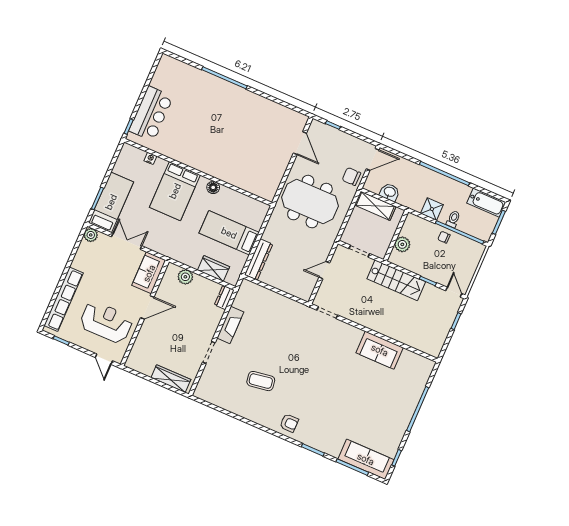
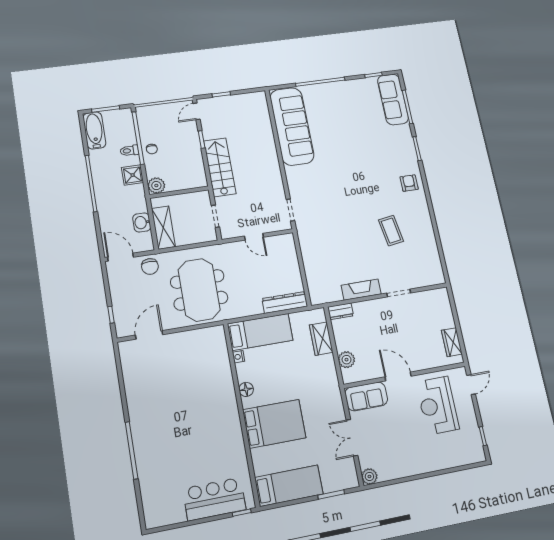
nightstand: (150, 158) -> (238, 357), moved
bed: (111, 202) -> (289, 486), moved, turned 180
bed: (229, 233) -> (260, 332), moved, turned -90
plant: (402, 244) -> (156, 186), moved
row of seats: (64, 299) -> (445, 460), removed
sofa: (380, 350) -> (292, 126), width x1.85, depth x1.27
wardrobe: (171, 379) -> (452, 342), moved, width x0.67

